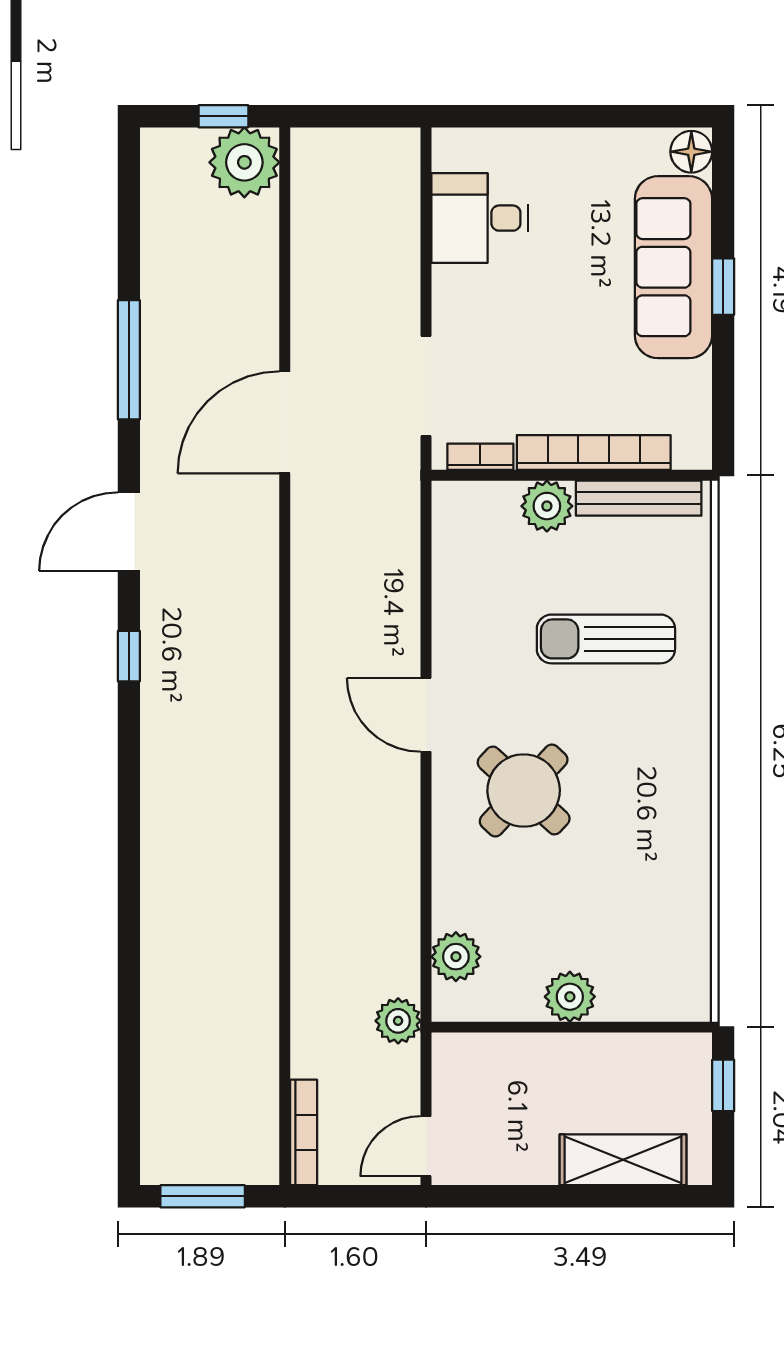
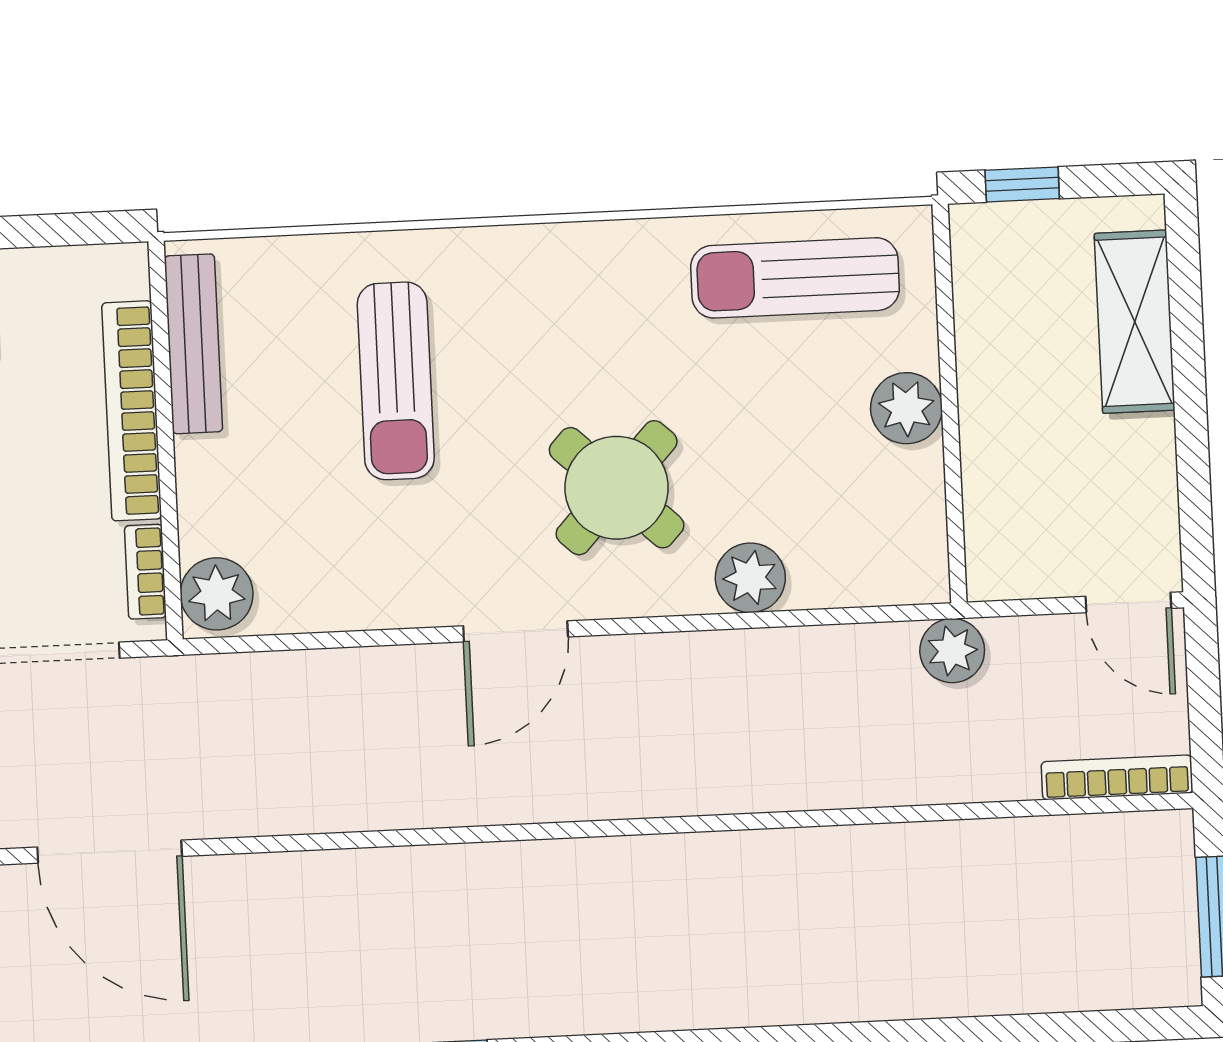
plant: (547, 506) -> (217, 594), moved
sun lounger: (665, 923) -> (795, 278), added
plant: (456, 957) -> (750, 578), moved

